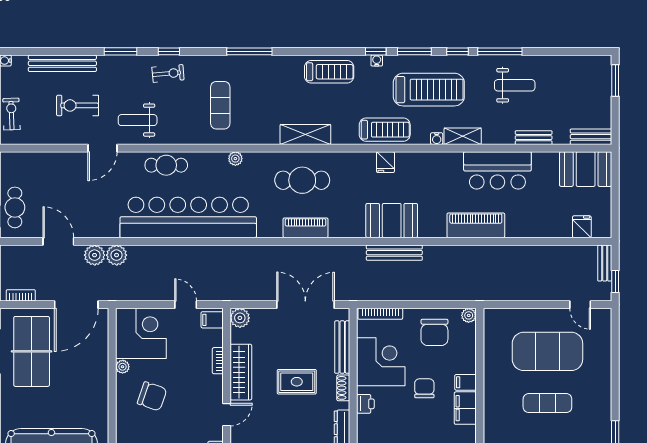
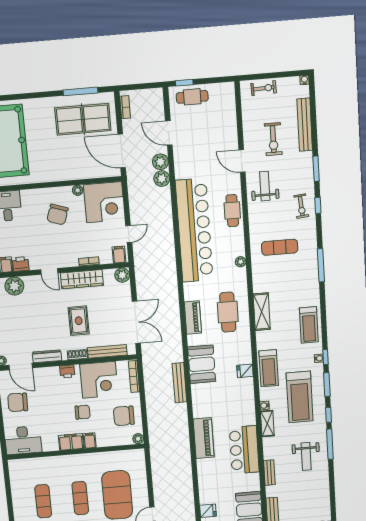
exercise bike: (78, 105) -> (273, 139), turned 180
booth: (392, 221) -> (202, 364), moved
door: (58, 241) -> (169, 133), swing flipped

